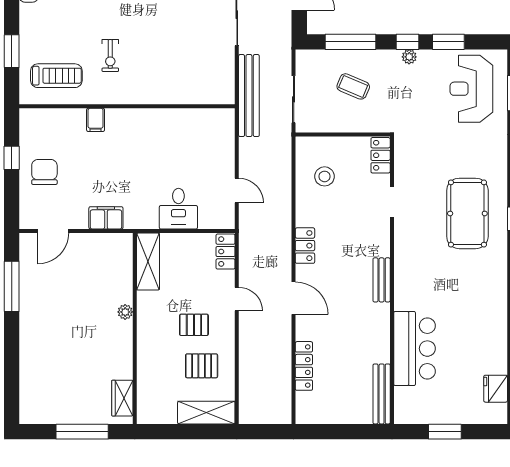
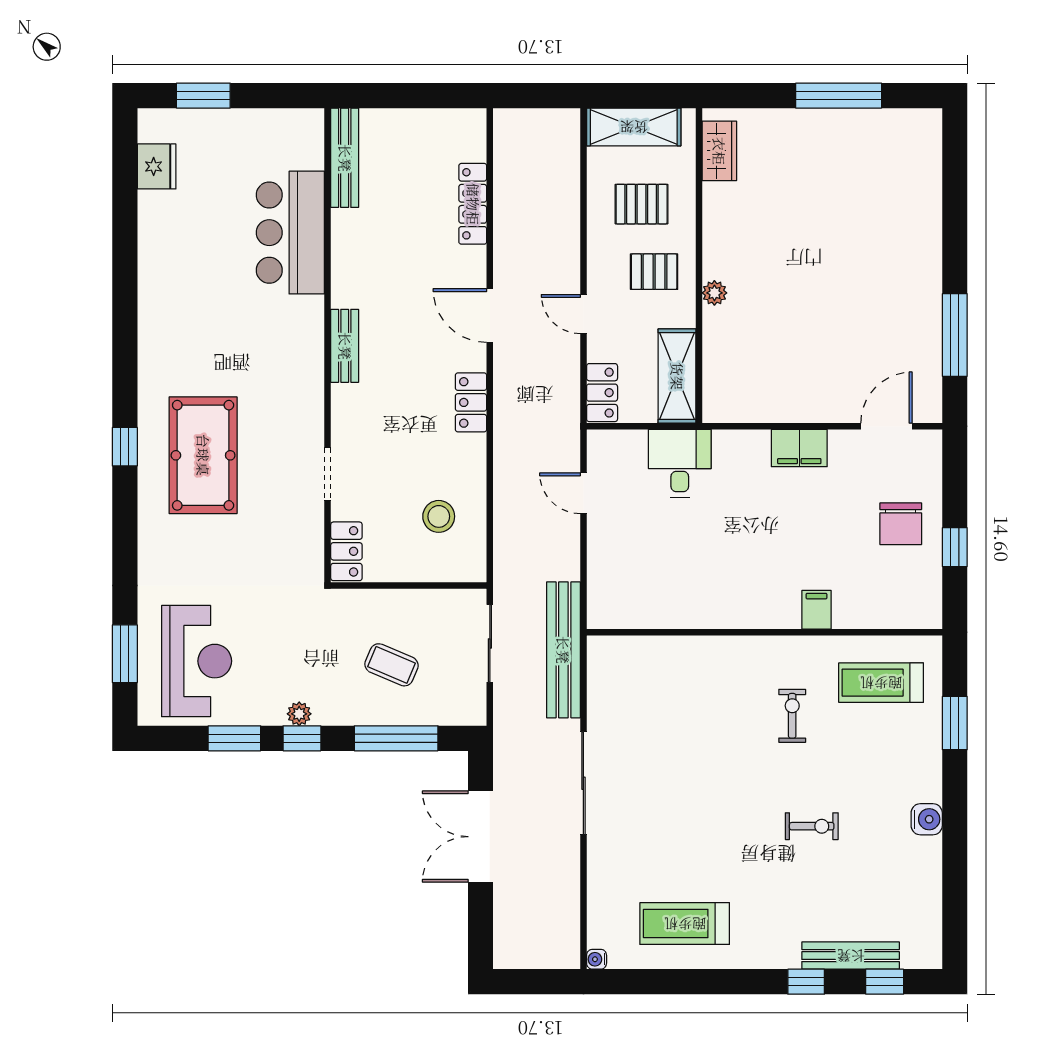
shelving: (148, 262) -> (677, 376), moved
plant: (125, 312) -> (714, 293), moved
wall: (135, 328) -> (699, 266), moved
wardrobe: (122, 398) -> (719, 151), moved
window: (445, 432) -> (203, 96), moved

